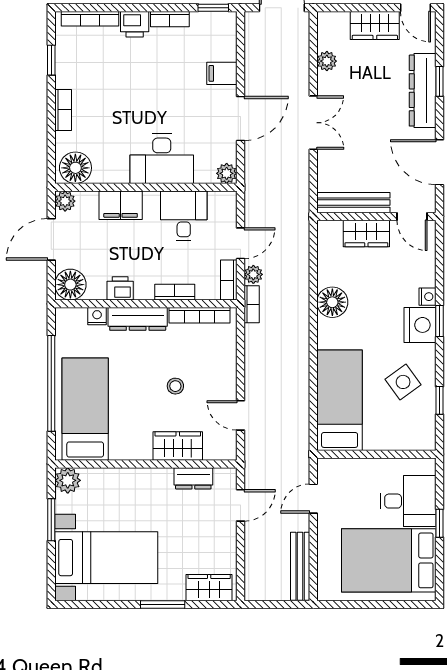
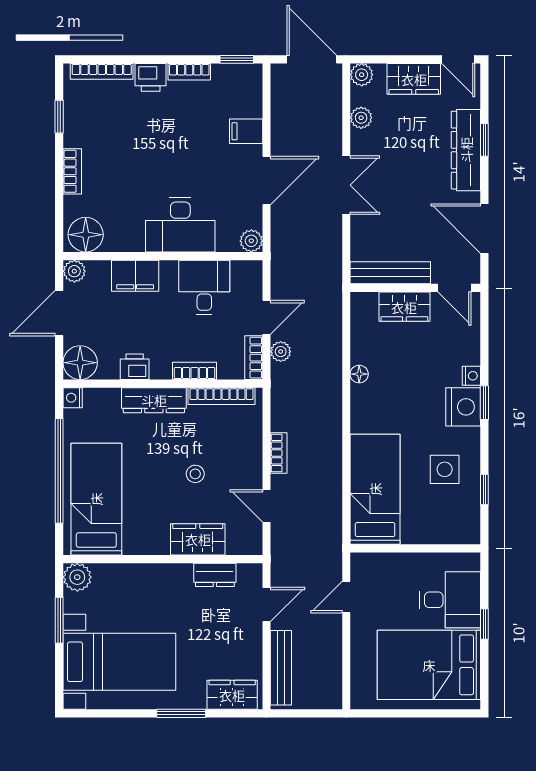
plant: (327, 22) -> (362, 75), added
floor lamp: (332, 302) -> (359, 374), width x0.53, depth x0.53
bookcase: (252, 304) -> (279, 453), moved
nightstand: (97, 316) -> (73, 398), moved, turned -90
side table: (403, 382) -> (445, 469), turned 36
bench: (300, 566) -> (281, 668), moved

